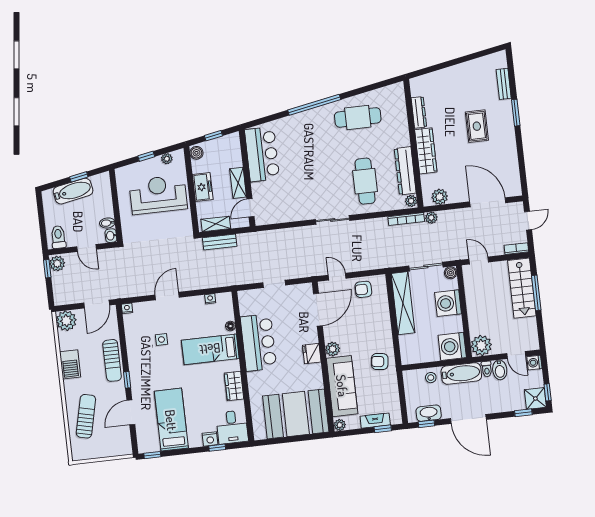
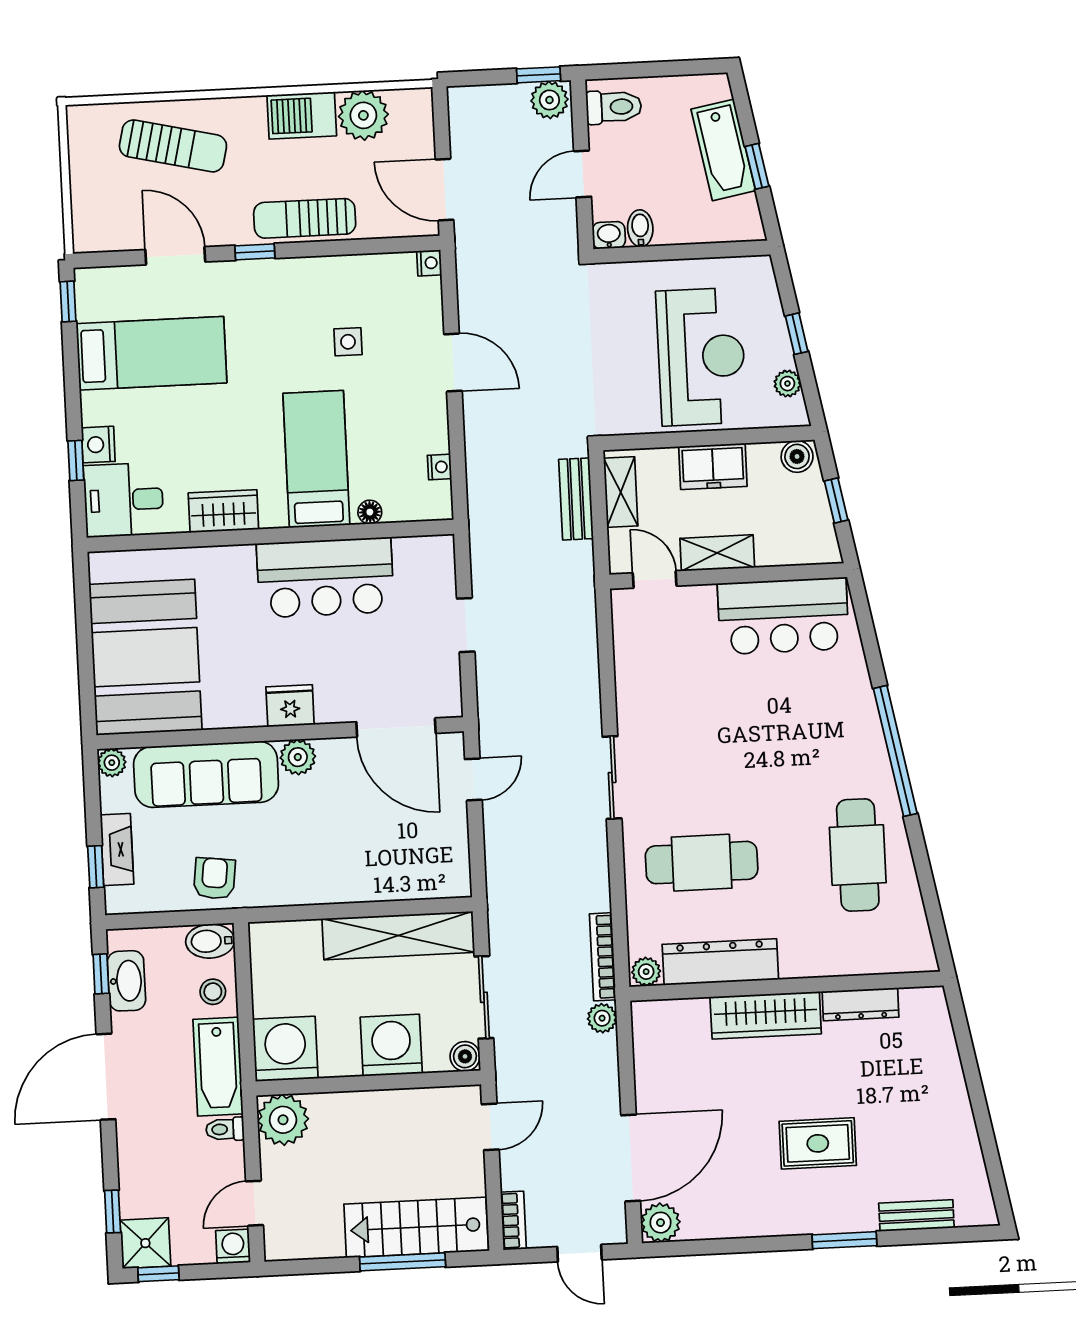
plant: (440, 197) -> (660, 1223), moved
armchair: (363, 289) -> (438, 841), removed
plant: (66, 321) -> (363, 115), moved
armchair: (380, 362) -> (214, 878), moved
bidet: (500, 370) -> (210, 941), moved

